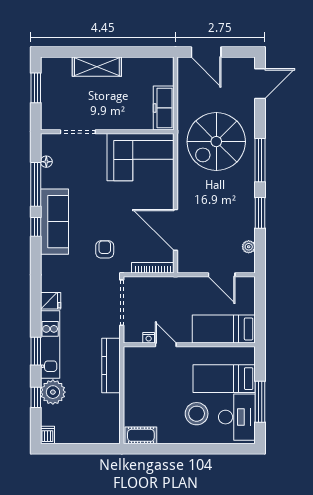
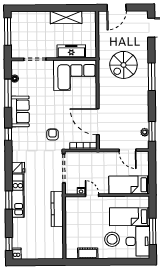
door: (206, 52) -> (117, 8), hinge flipped
shelving: (97, 67) -> (66, 17), moved
window: (36, 88) -> (8, 31), width x1.44
freezer: (164, 108) -> (71, 51), moved, turned 90
spiral stairs: (216, 142) -> (123, 65), width x0.73, depth x0.73
window: (260, 213) -> (152, 131), moved
sofa: (54, 222) -> (20, 111), width x0.73
window: (36, 227) -> (8, 134), moved
plant: (53, 392) -> (20, 226), removed
window: (36, 397) -> (9, 244), moved
cot: (141, 435) -> (88, 253), moved

